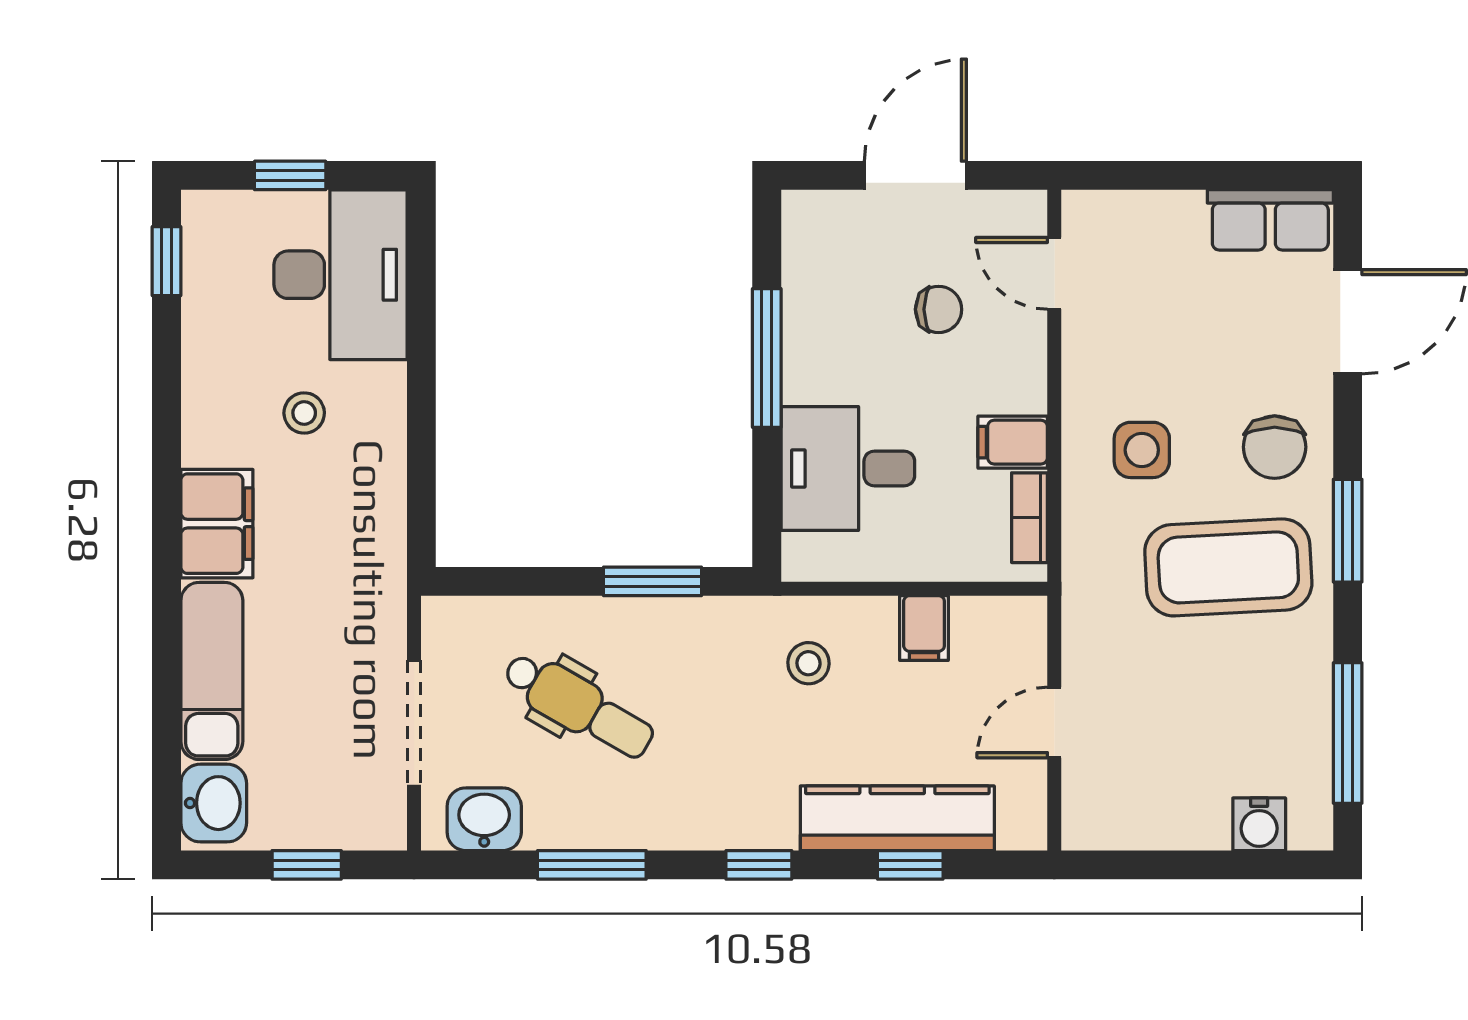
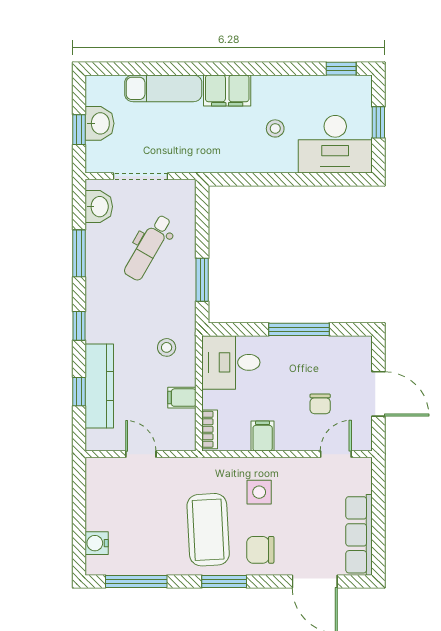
row of seats: (1270, 220) -> (359, 535), width x1.48
desk: (848, 468) -> (231, 362), moved, turned -90
bookcase: (1030, 518) -> (210, 429), moved, turned 90
washbasin: (214, 803) -> (100, 123), moved, turned -90

